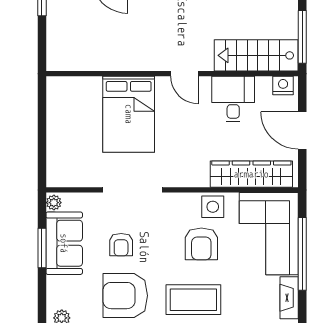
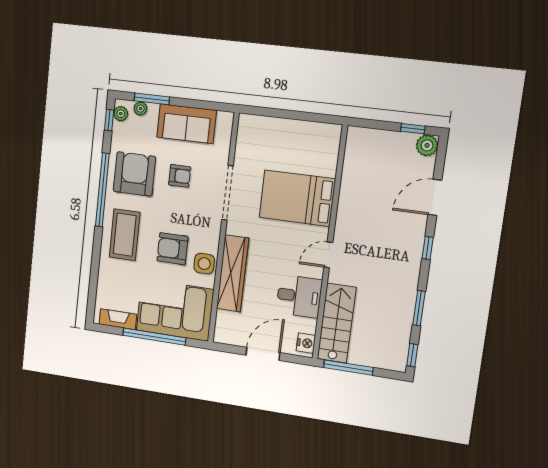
wardrobe: (251, 174) -> (233, 273), moved
plant: (54, 203) -> (140, 109), moved
armchair: (121, 245) -> (180, 176), turned 180
window: (42, 248) -> (152, 99), moved

